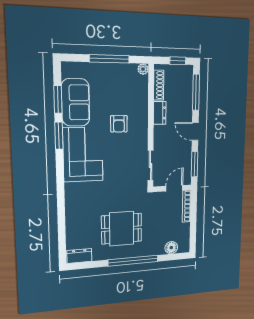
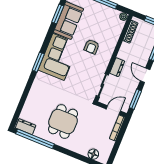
dresser: (160, 113) -> (117, 67), moved
window: (59, 136) -> (38, 62), moved
dining table: (122, 229) -> (63, 122), turned 90
window: (133, 261) -> (35, 139), moved

